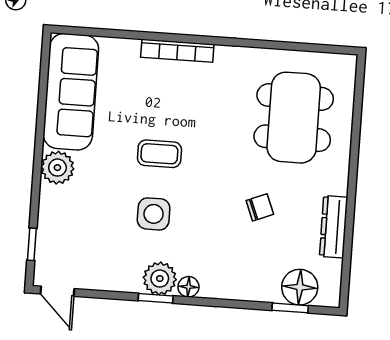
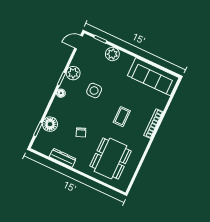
dining table: (294, 118) -> (111, 159), turned 90
coffee table: (159, 154) -> (122, 117), moved
plant: (57, 168) -> (112, 54), moved
plant: (160, 279) -> (73, 73), moved
floor lamp: (300, 287) -> (50, 124), moved

